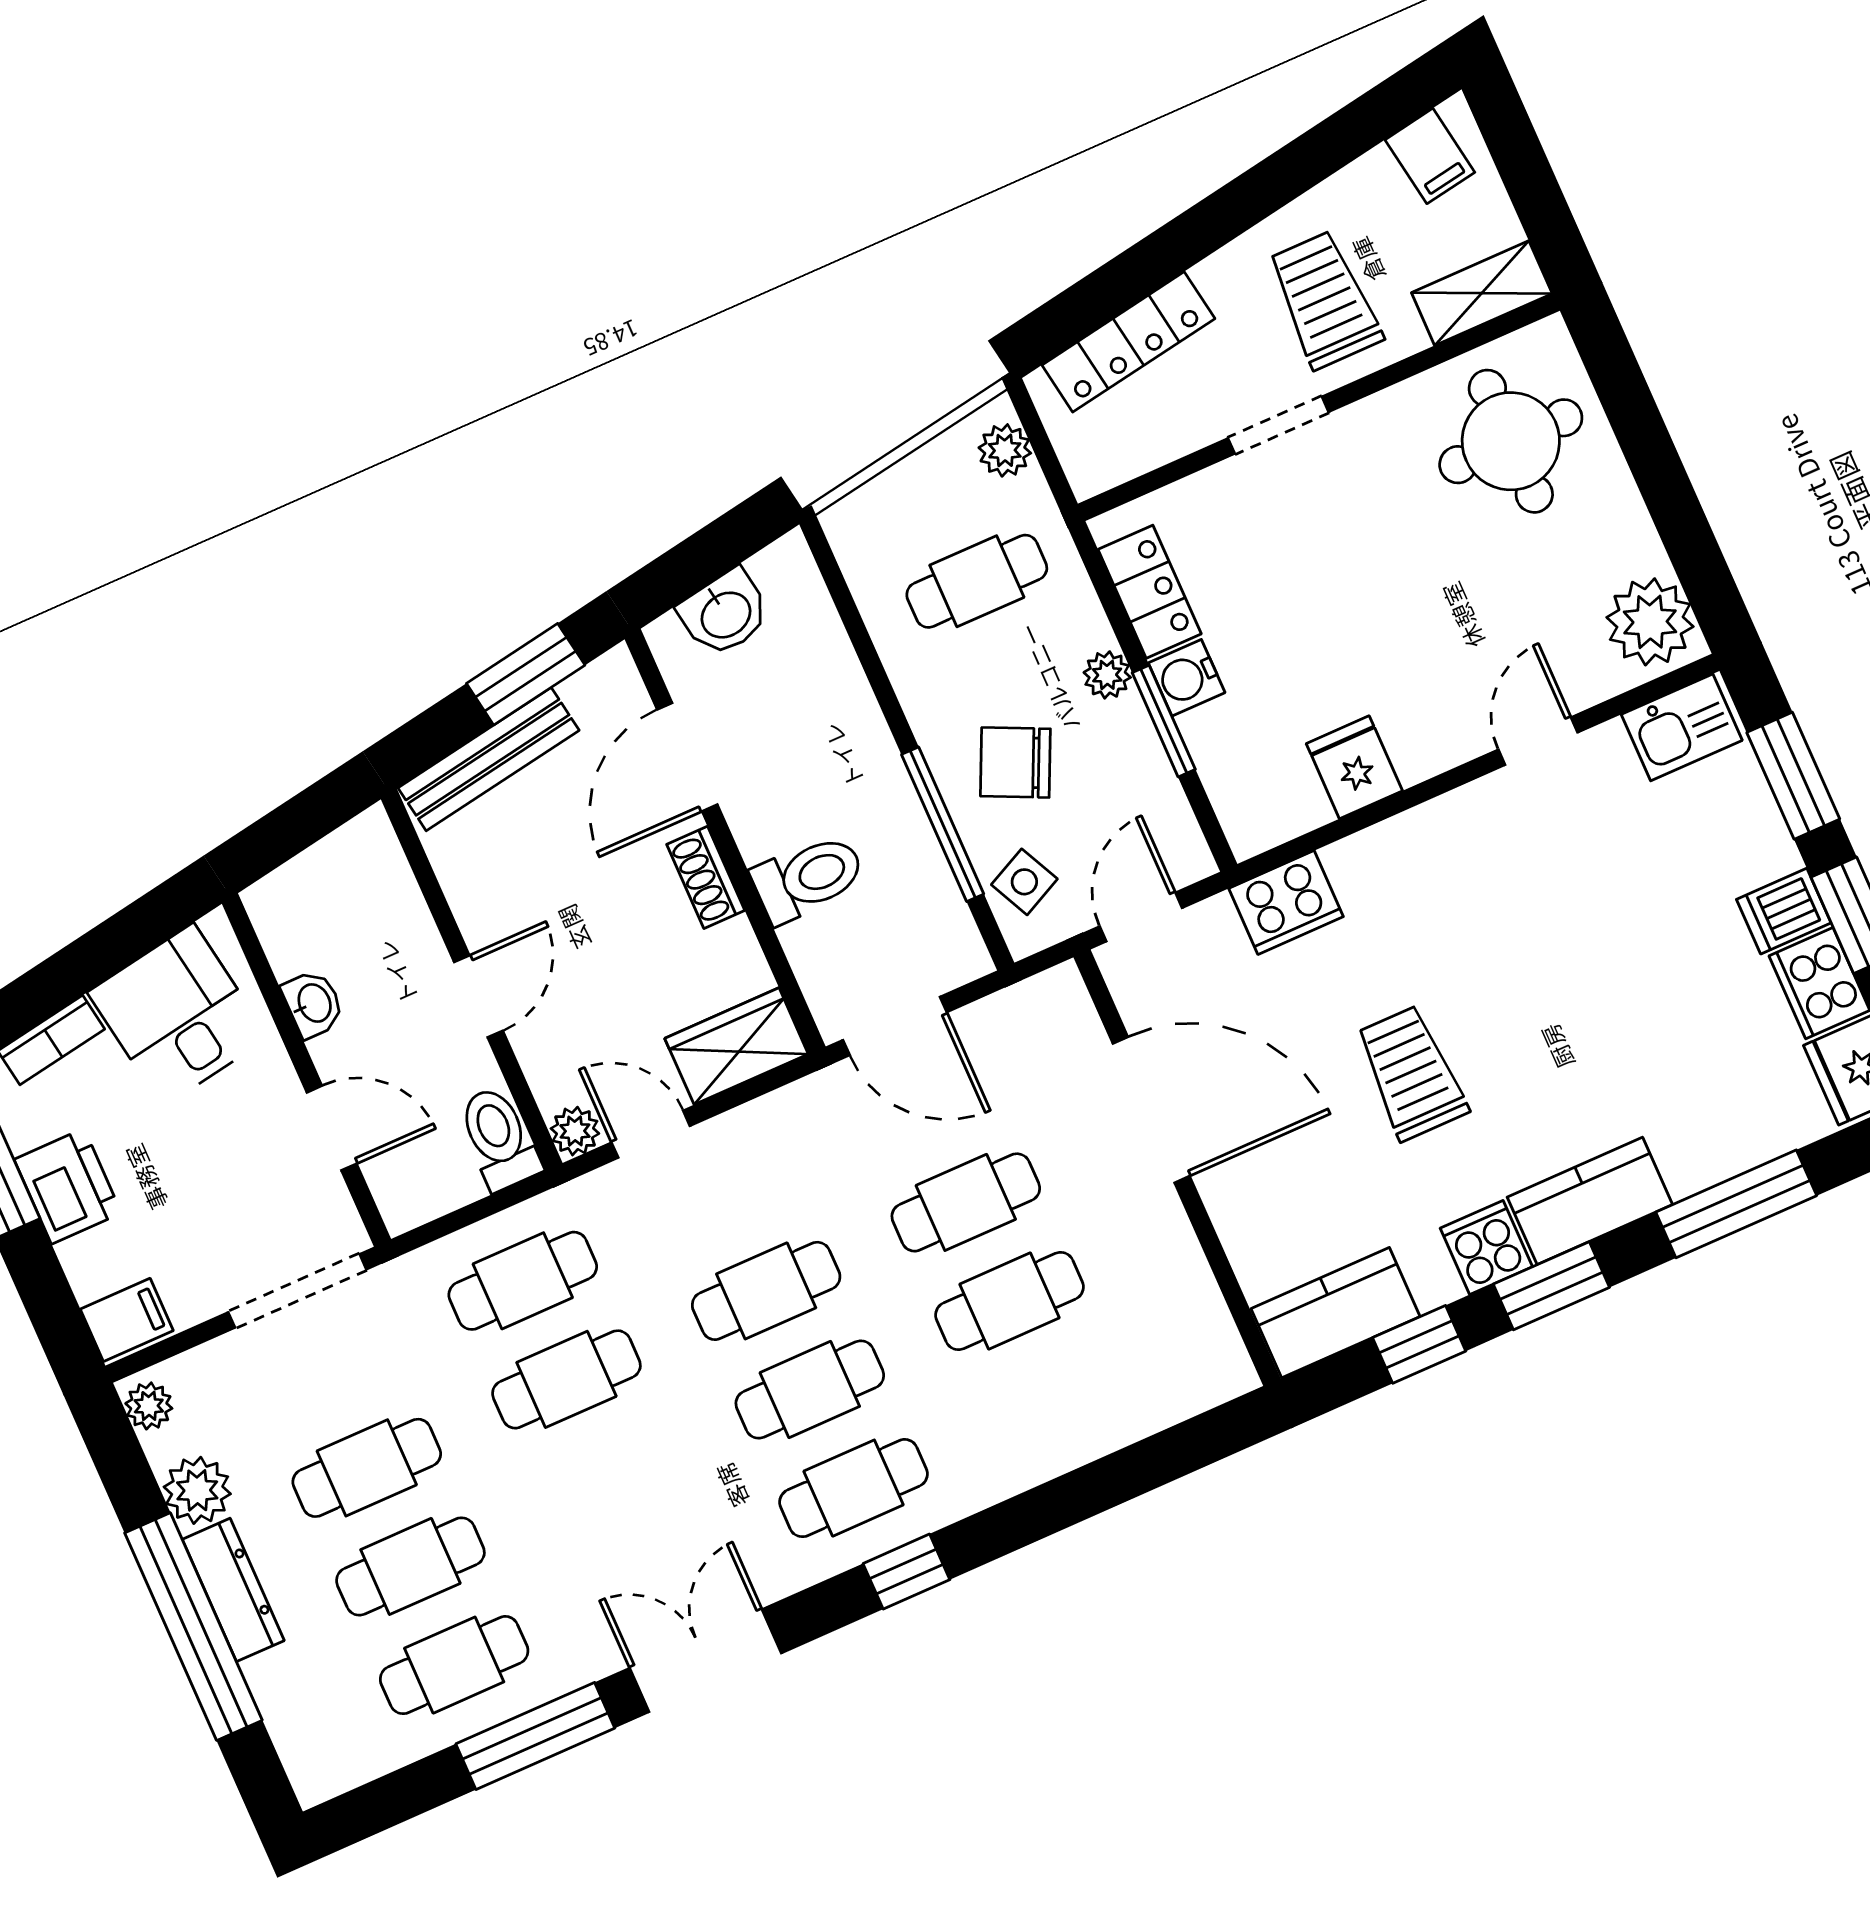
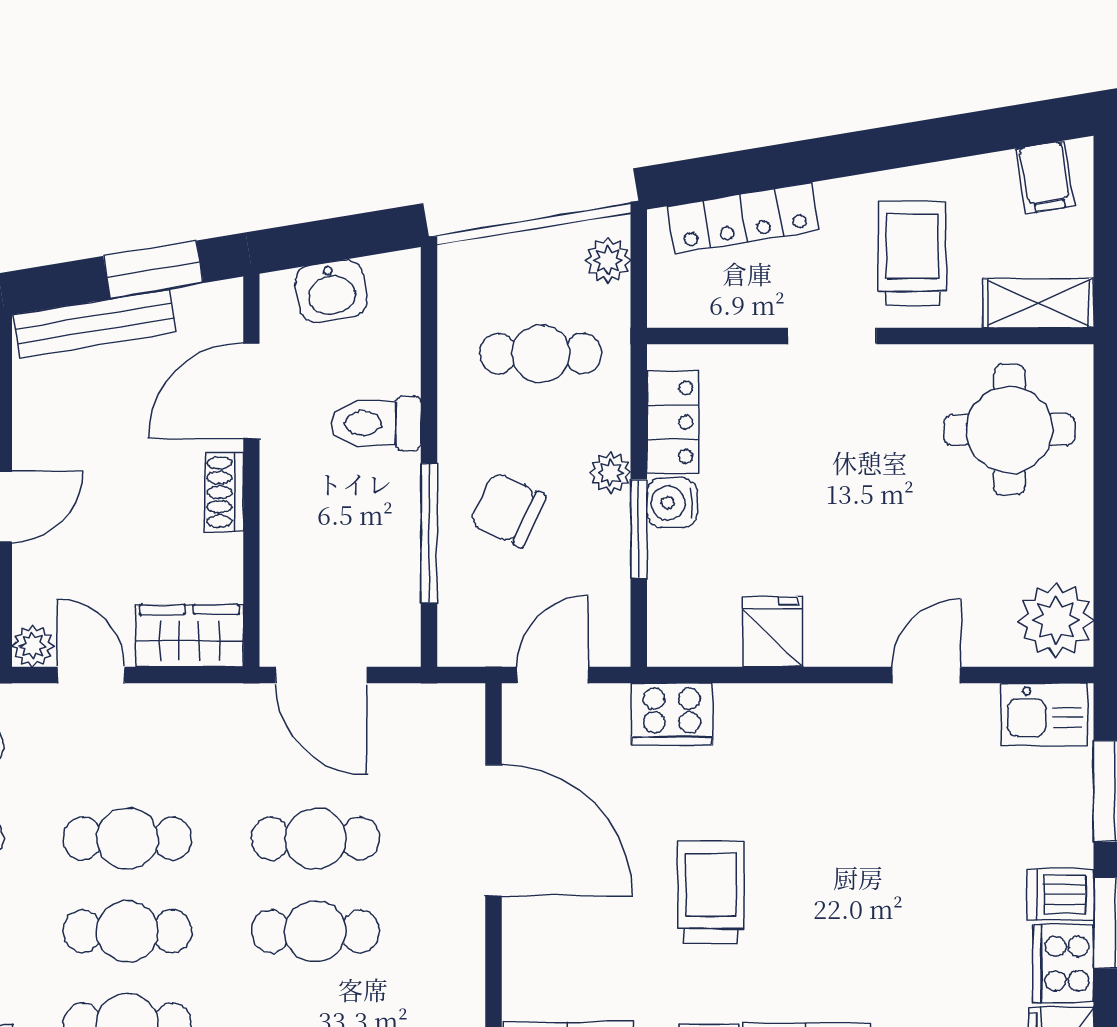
toilet: (808, 878) -> (376, 423), moved, turned 180
side table: (1024, 882) -> (473, 607), removed

